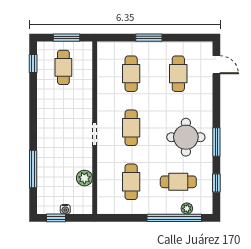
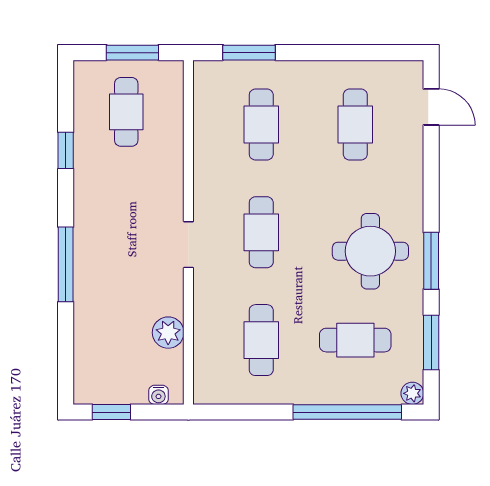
window: (149, 38) -> (249, 53), moved
window: (33, 64) -> (66, 150), moved
window: (33, 169) -> (66, 264), moved
window: (216, 183) -> (431, 342), width x1.50
plant: (187, 208) -> (412, 393), moved
water cooler: (65, 209) -> (158, 395), moved

